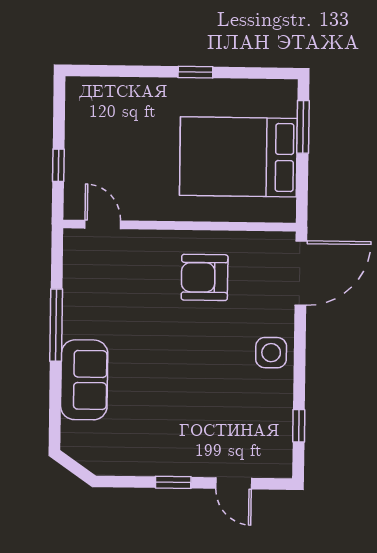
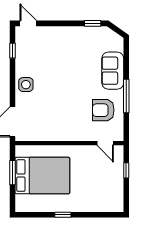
window: (303, 127) -> (13, 173), moved
armchair: (205, 277) -> (103, 110), moved, turned 180
window: (173, 482) -> (93, 23), moved
door: (234, 483) -> (28, 23), moved

